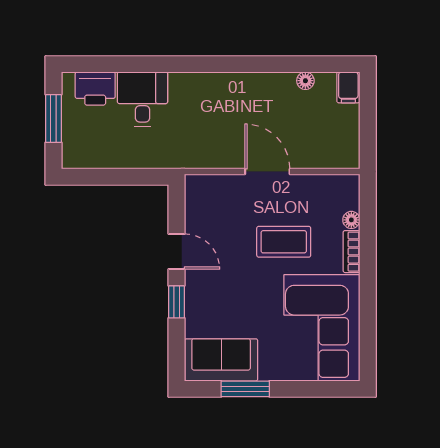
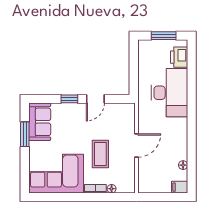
desk: (143, 99) -> (169, 93), width x1.87, depth x1.30

